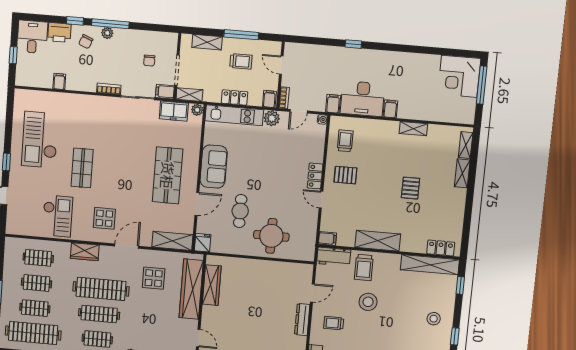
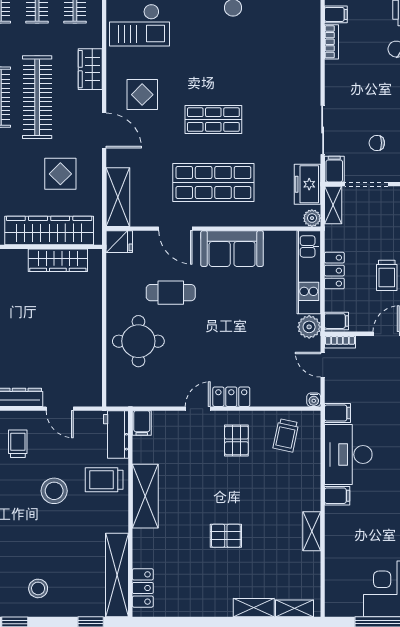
bookcase: (109, 89) -> (331, 42), moved
trolley: (345, 141) -> (286, 435), turned 102
shop shelf: (82, 168) -> (213, 120), moved

